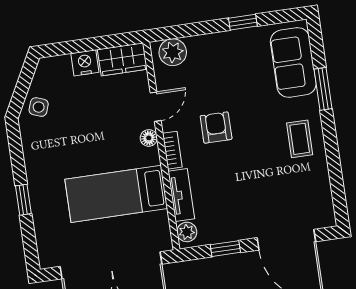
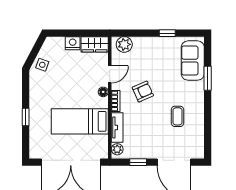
armchair: (216, 128) -> (143, 92), turned 66
coffee table: (300, 139) -> (177, 116), moved

